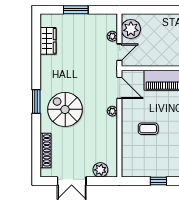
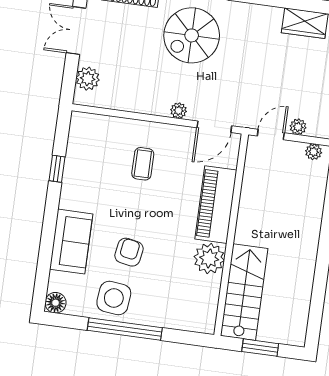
plant: (131, 29) -> (314, 152), width x0.53, depth x0.53
door: (119, 52) -> (271, 134), swing flipped
spiral stairs: (65, 109) -> (192, 35), turned 180

